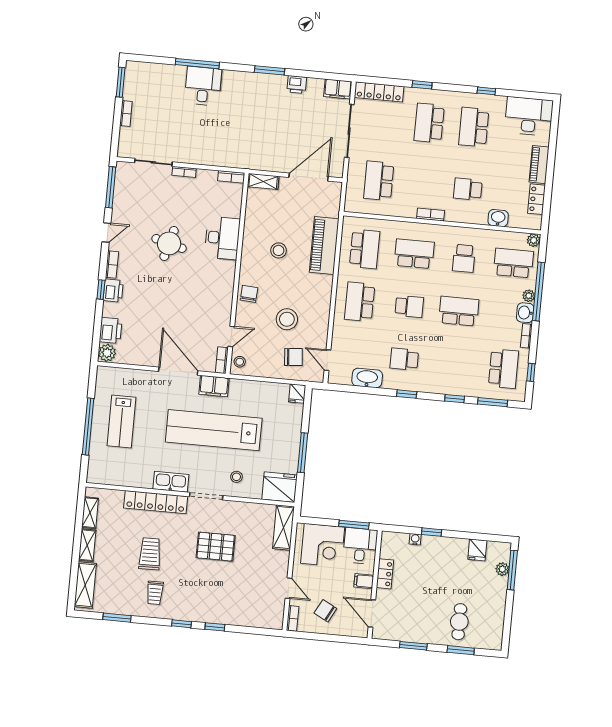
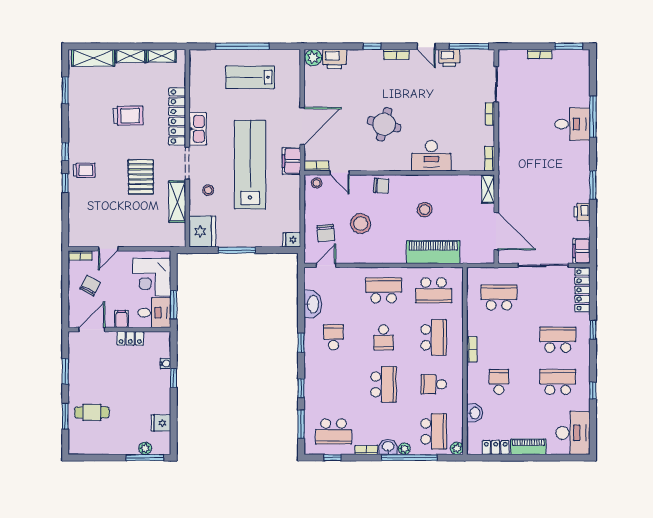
round table: (169, 243) -> (384, 124), moved
printer: (113, 291) -> (449, 58), moved
shelving: (283, 528) -> (177, 202), moved, turned 90
trolley: (155, 593) -> (84, 170), moved, turned 180

